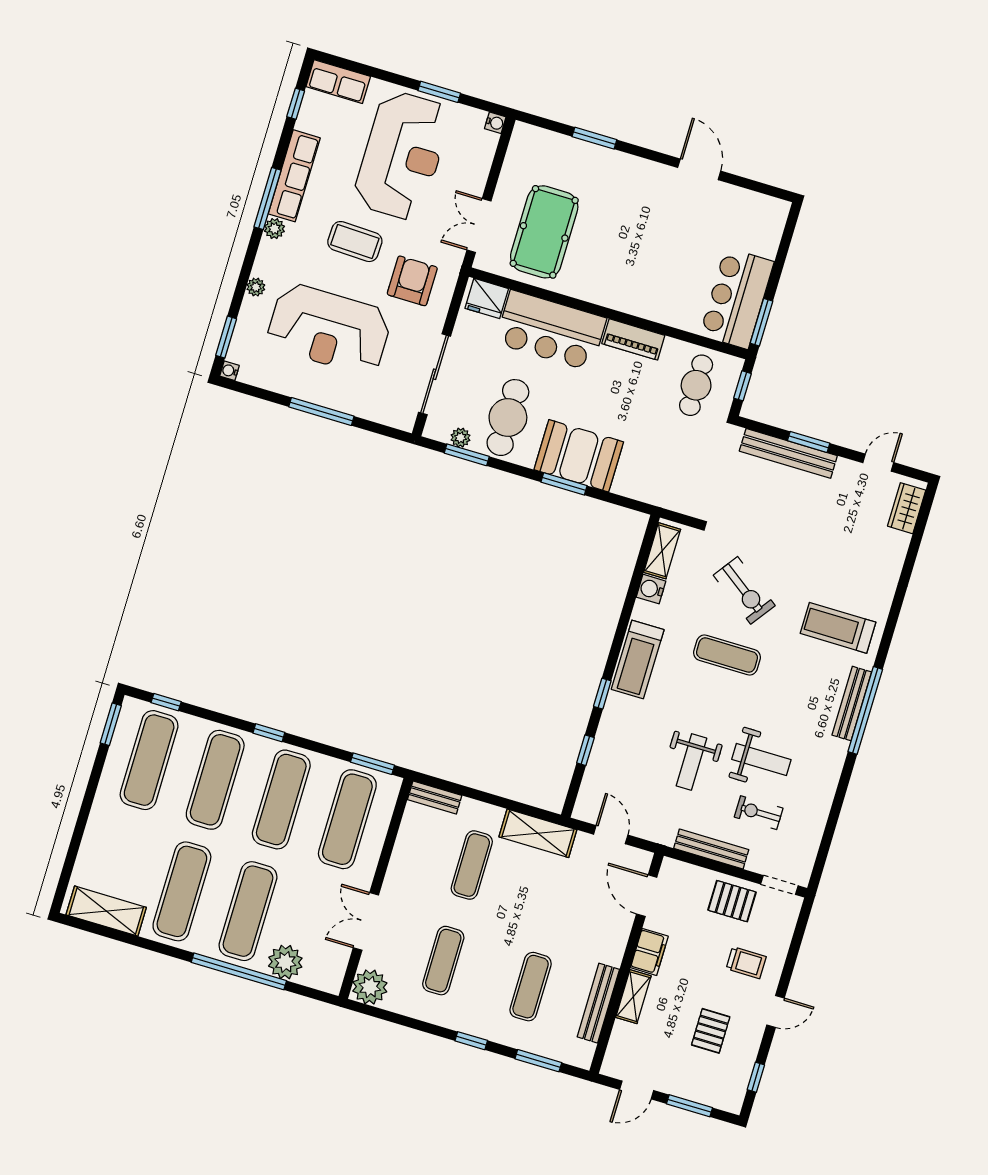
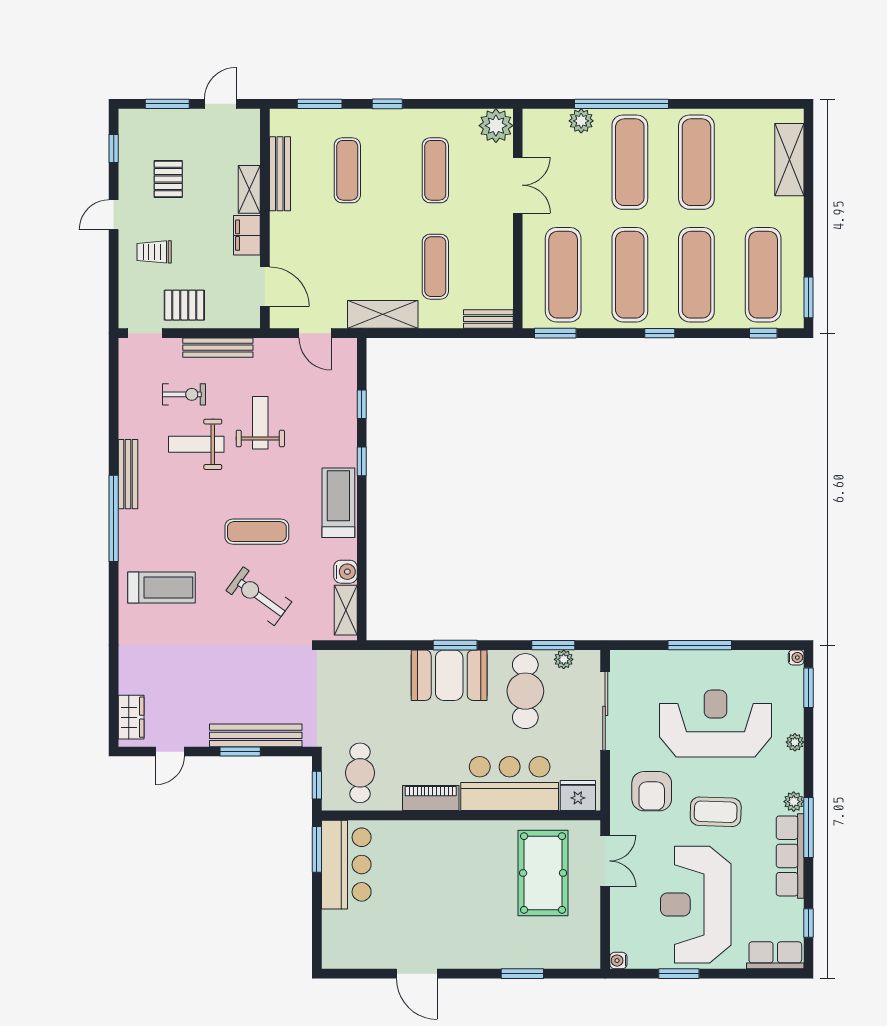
bench: (852, 704) -> (128, 474), moved
shelving: (106, 911) -> (789, 160), moved, turned 90
plant: (285, 962) -> (581, 121), width x0.73, depth x0.73

